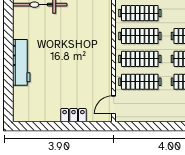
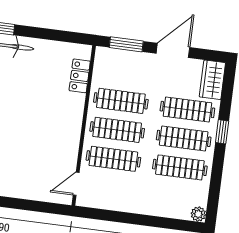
clothes rail: (140, 13) -> (125, 72), removed
locker: (74, 115) -> (80, 76), moved, turned -90

